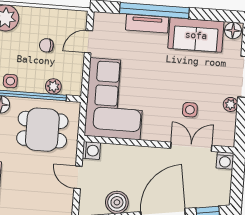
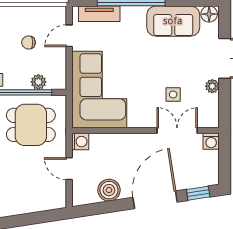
tv unit: (147, 24) -> (99, 14), moved

